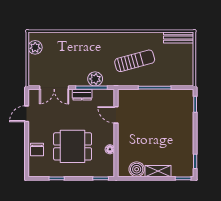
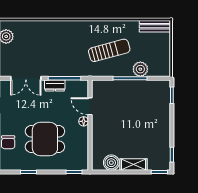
plant: (95, 79) -> (140, 69), moved
floor lamp: (110, 149) -> (84, 121), moved

